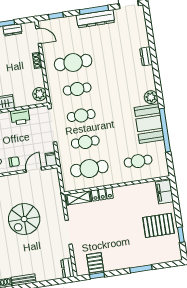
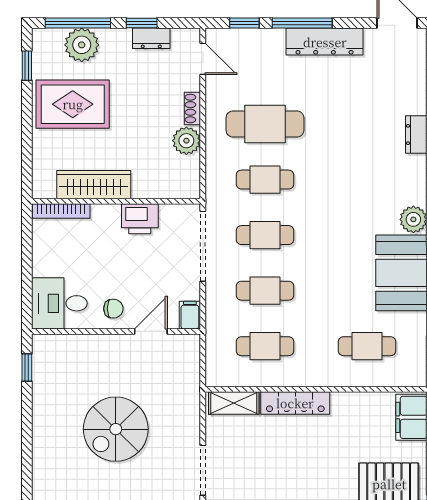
window: (94, 10) -> (302, 23), moved
plant: (40, 94) -> (186, 141), moved
cafe table: (89, 169) -> (265, 346), width x0.73, depth x0.74
locker: (102, 194) -> (295, 403), width x1.53

